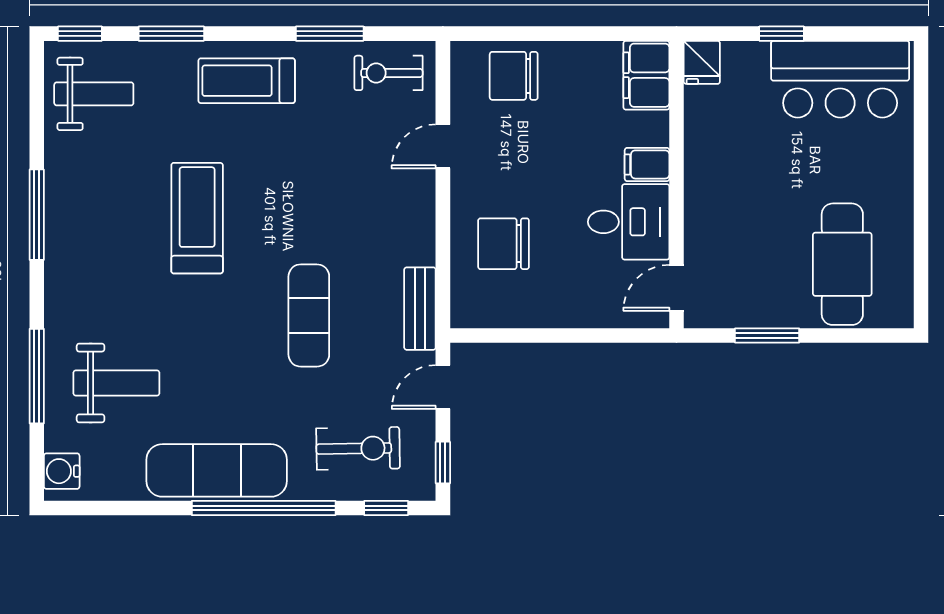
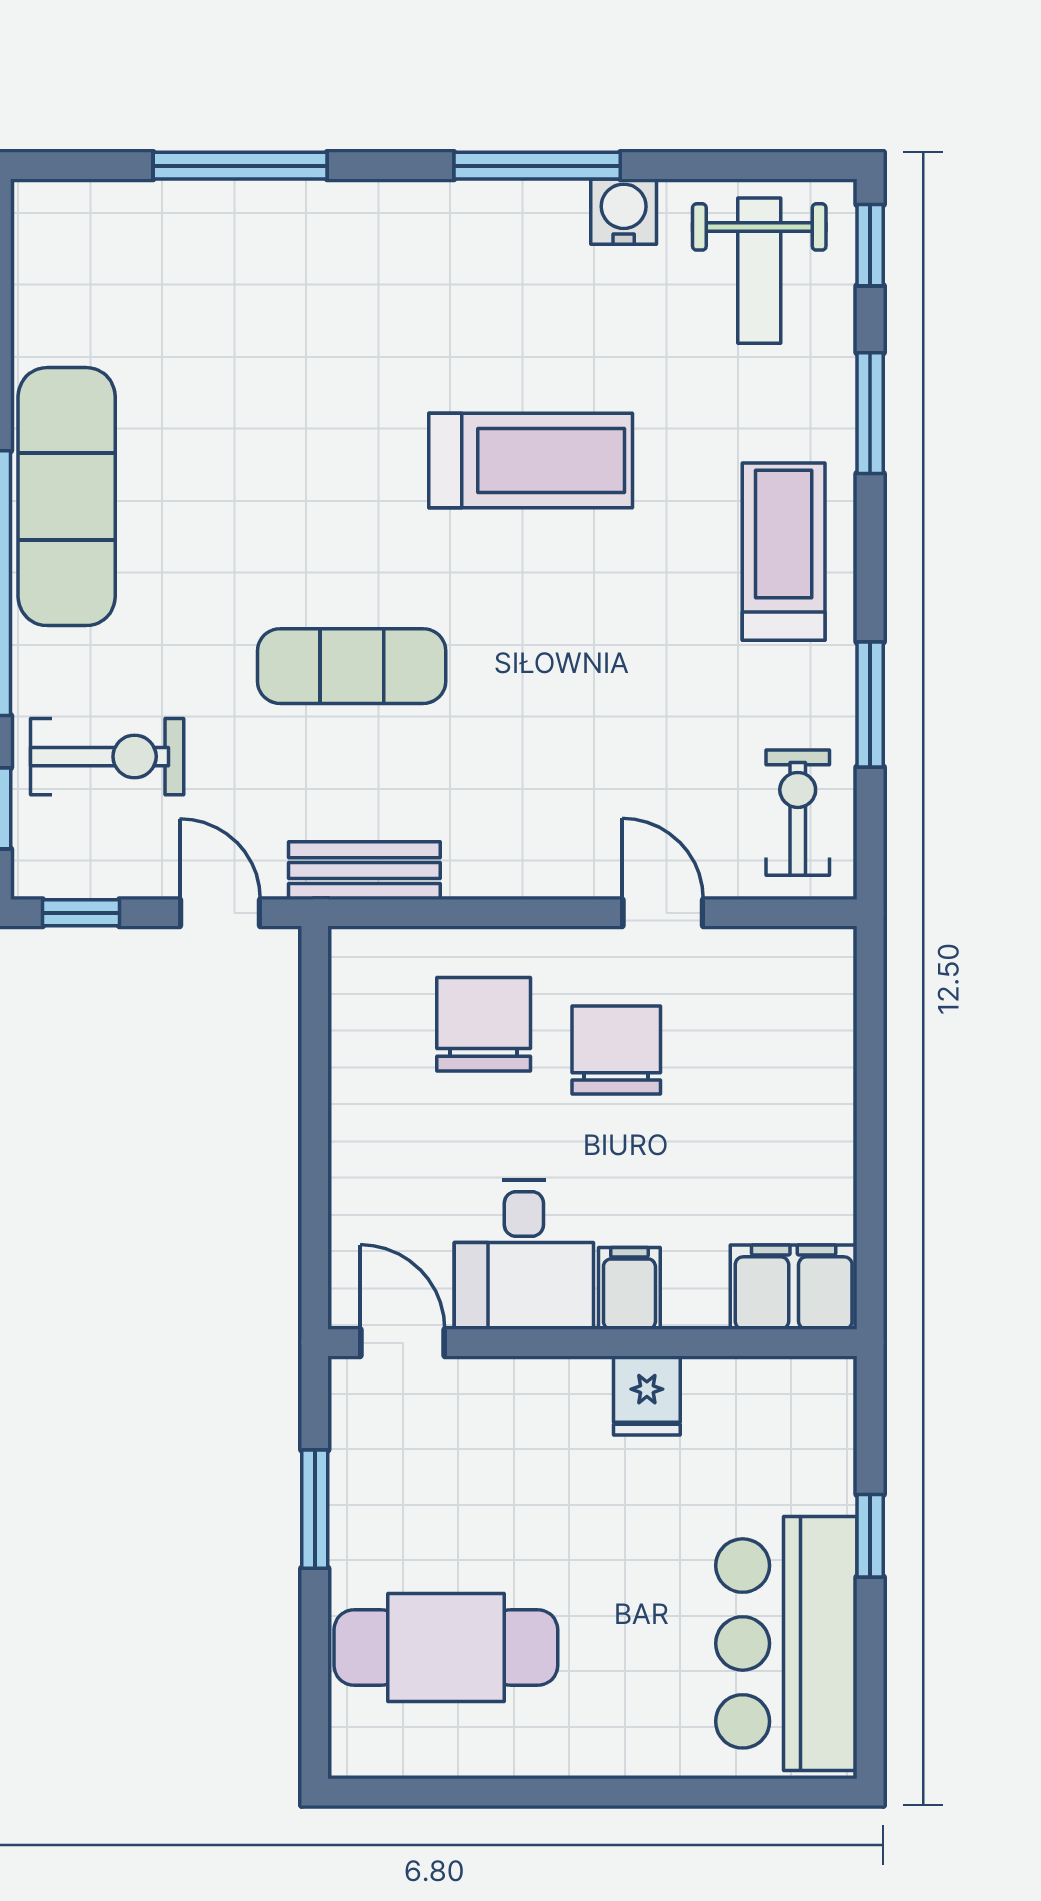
fridge: (702, 62) -> (647, 1395), moved, turned -90
chair: (514, 76) -> (616, 1050), moved
weight bench: (116, 383) -> (227, 312), removed
exercise bike: (358, 448) -> (107, 757), turned -89
water cooler: (62, 471) -> (624, 212), moved

